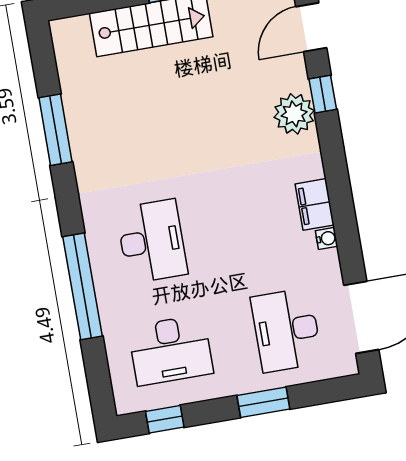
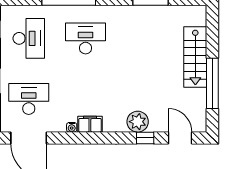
desk: (152, 241) -> (86, 38), turned 180
desk: (171, 350) -> (29, 38), turned 180

